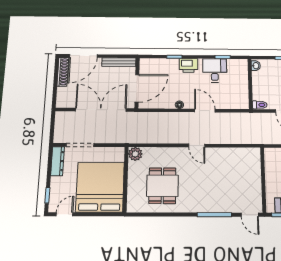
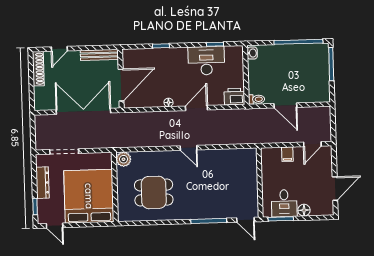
door: (83, 56) -> (59, 49), width x0.53
printer: (188, 65) -> (234, 97), moved, turned 180
desk: (215, 70) -> (206, 61), width x1.37
door: (205, 111) -> (196, 108), hinge flipped
dresser: (58, 161) -> (42, 183), moved
dining table: (162, 186) -> (154, 192), turned 90
door: (65, 214) -> (55, 226), swing flipped

